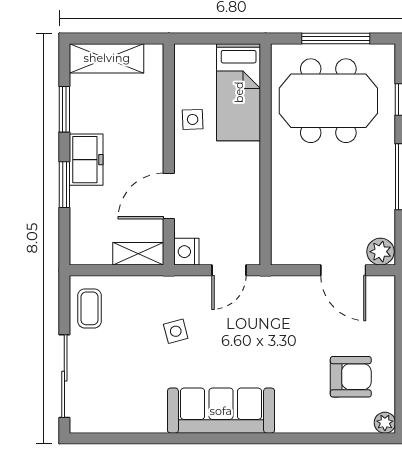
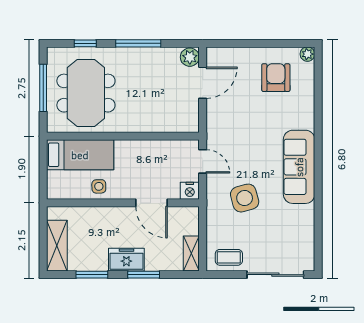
shelving: (138, 254) -> (191, 253), moved
side table: (176, 331) -> (245, 198), width x1.87, depth x1.87

